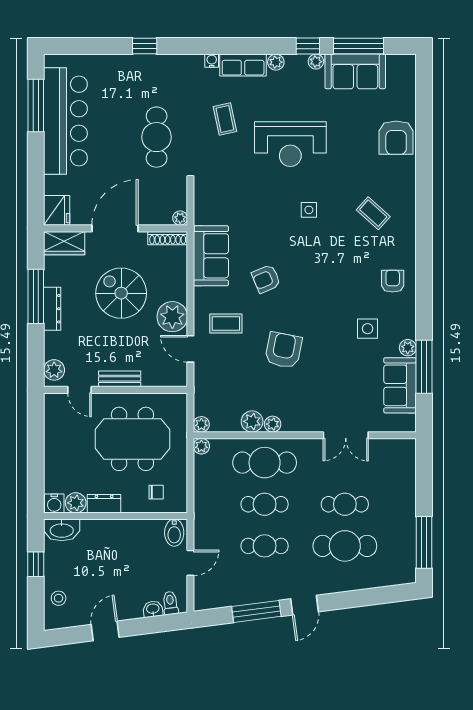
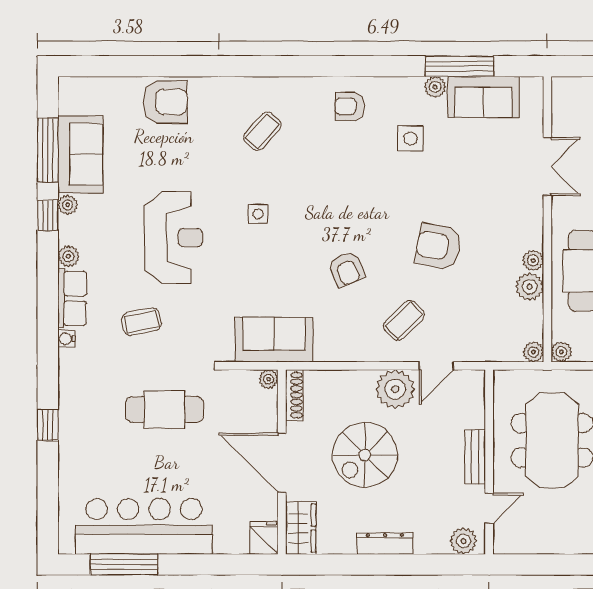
fridge: (57, 210) -> (264, 538), width x0.72
sofa: (211, 256) -> (274, 340), moved
window: (36, 296) -> (369, 564), removed
coffee table: (226, 324) -> (404, 320), turned 46

